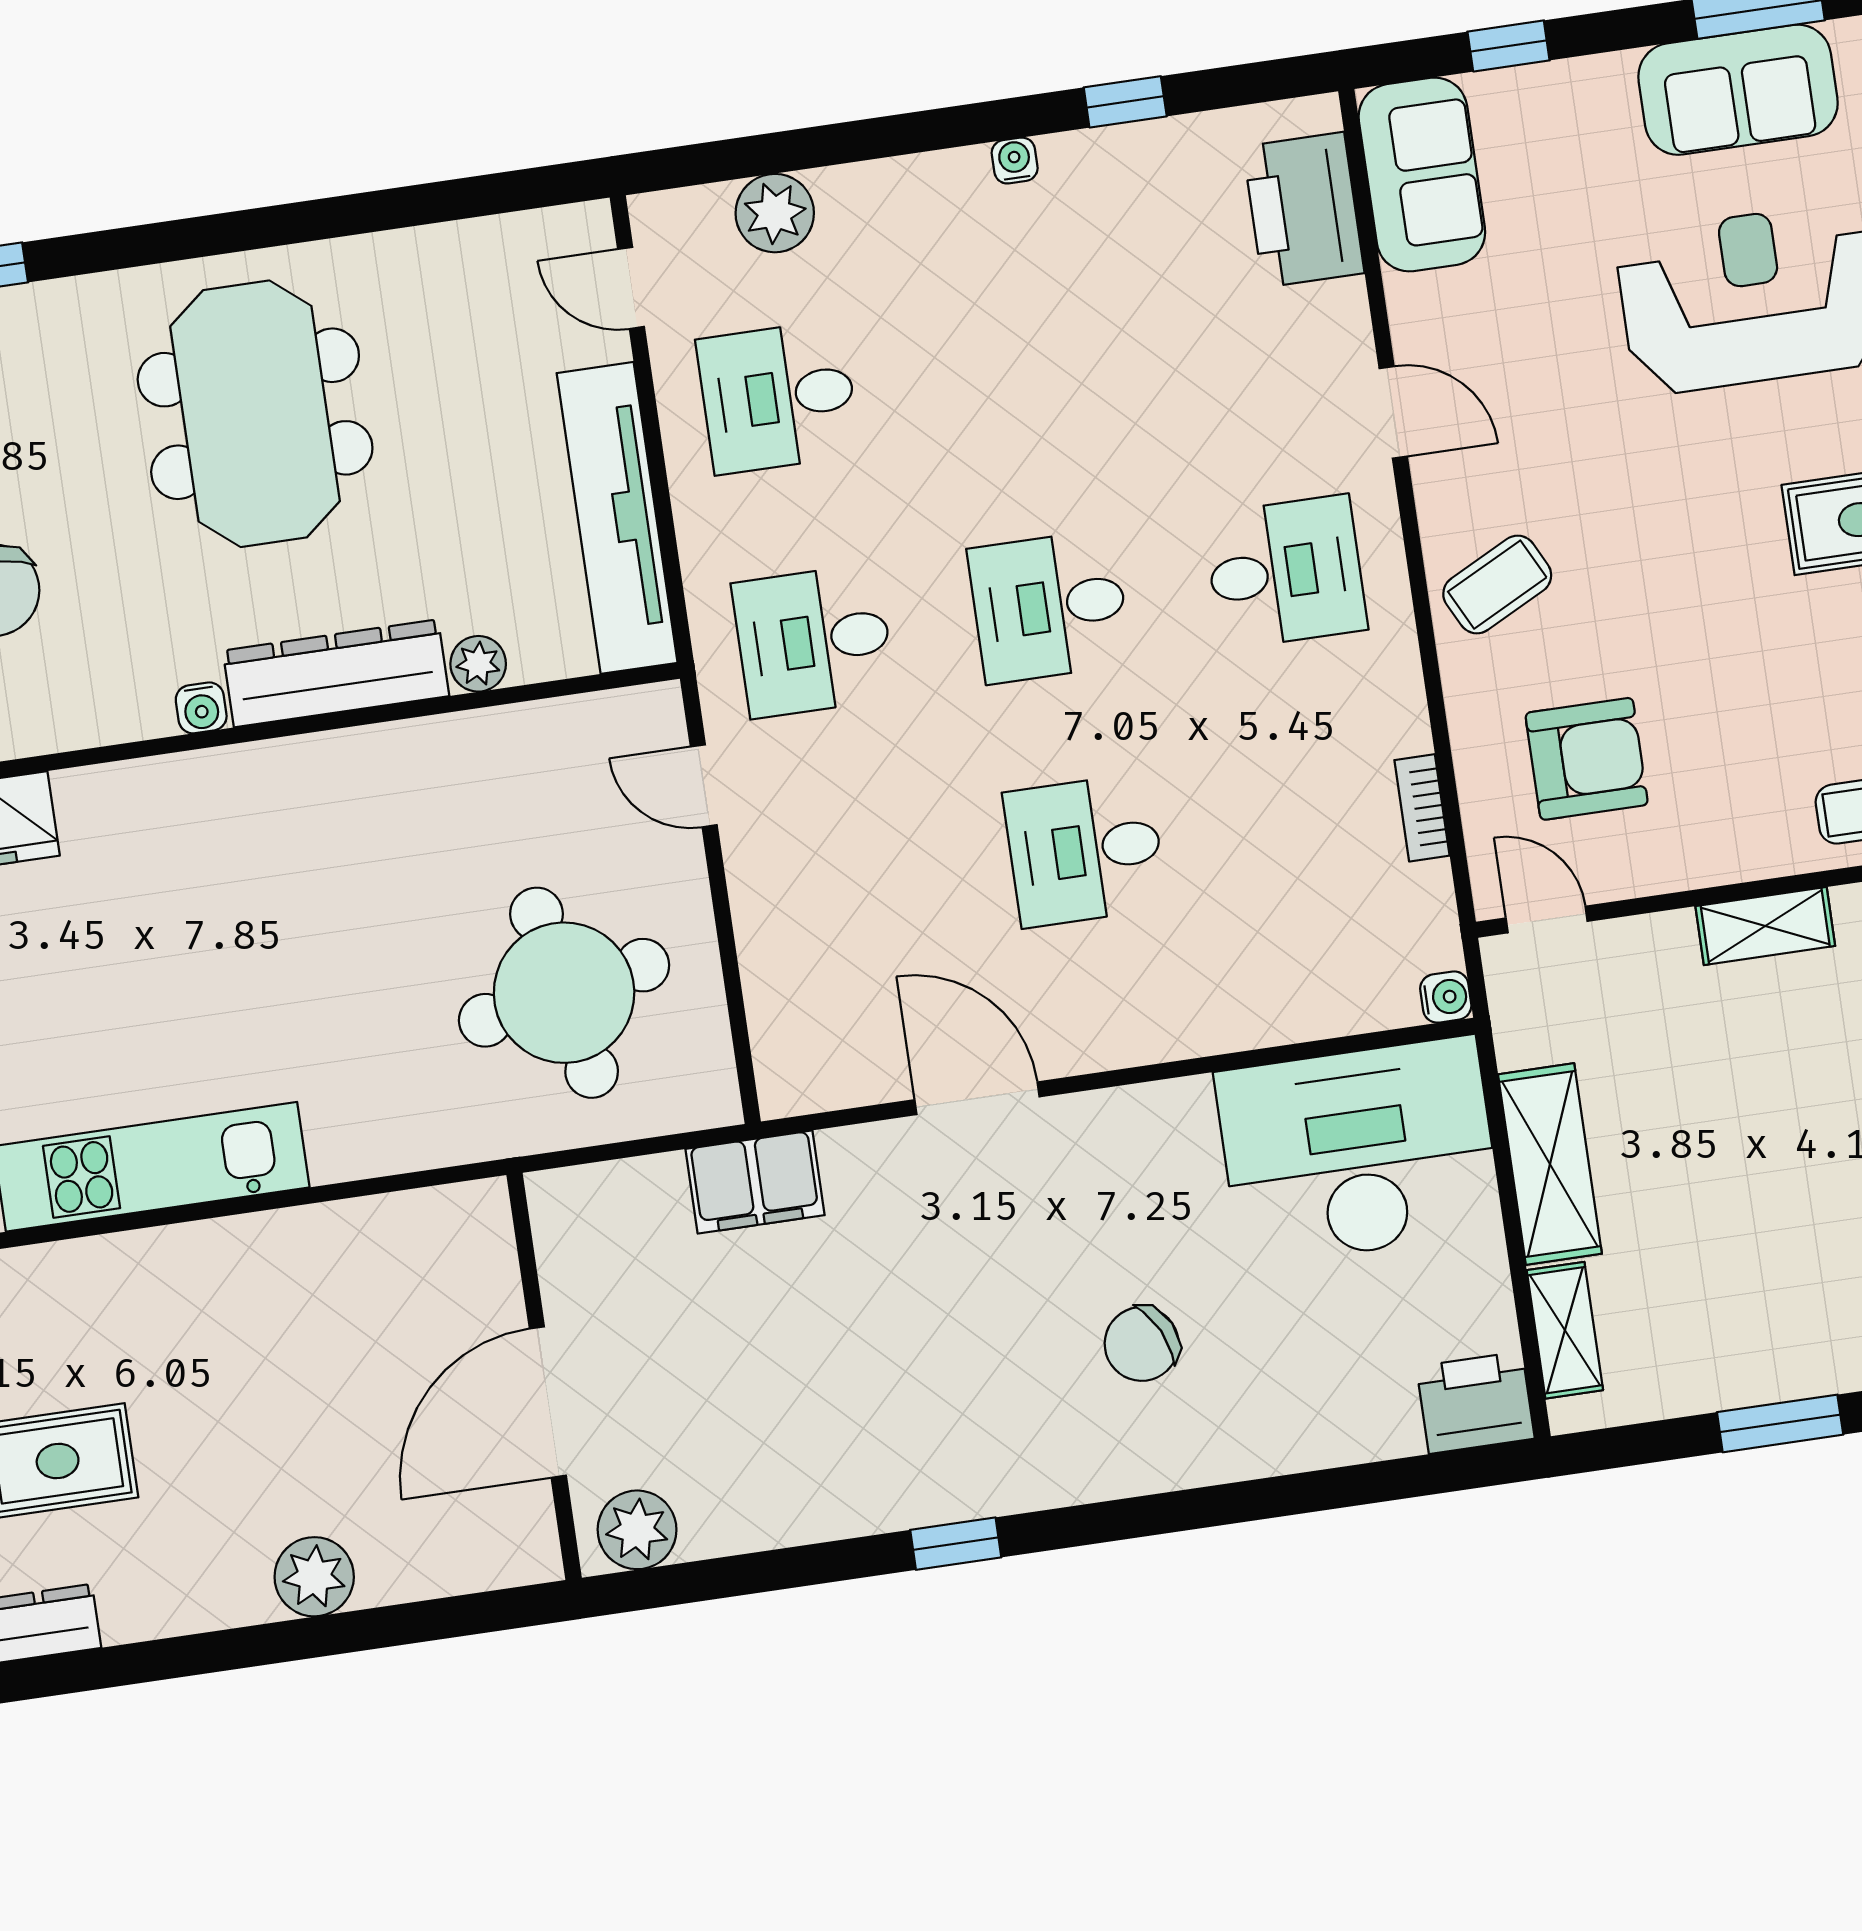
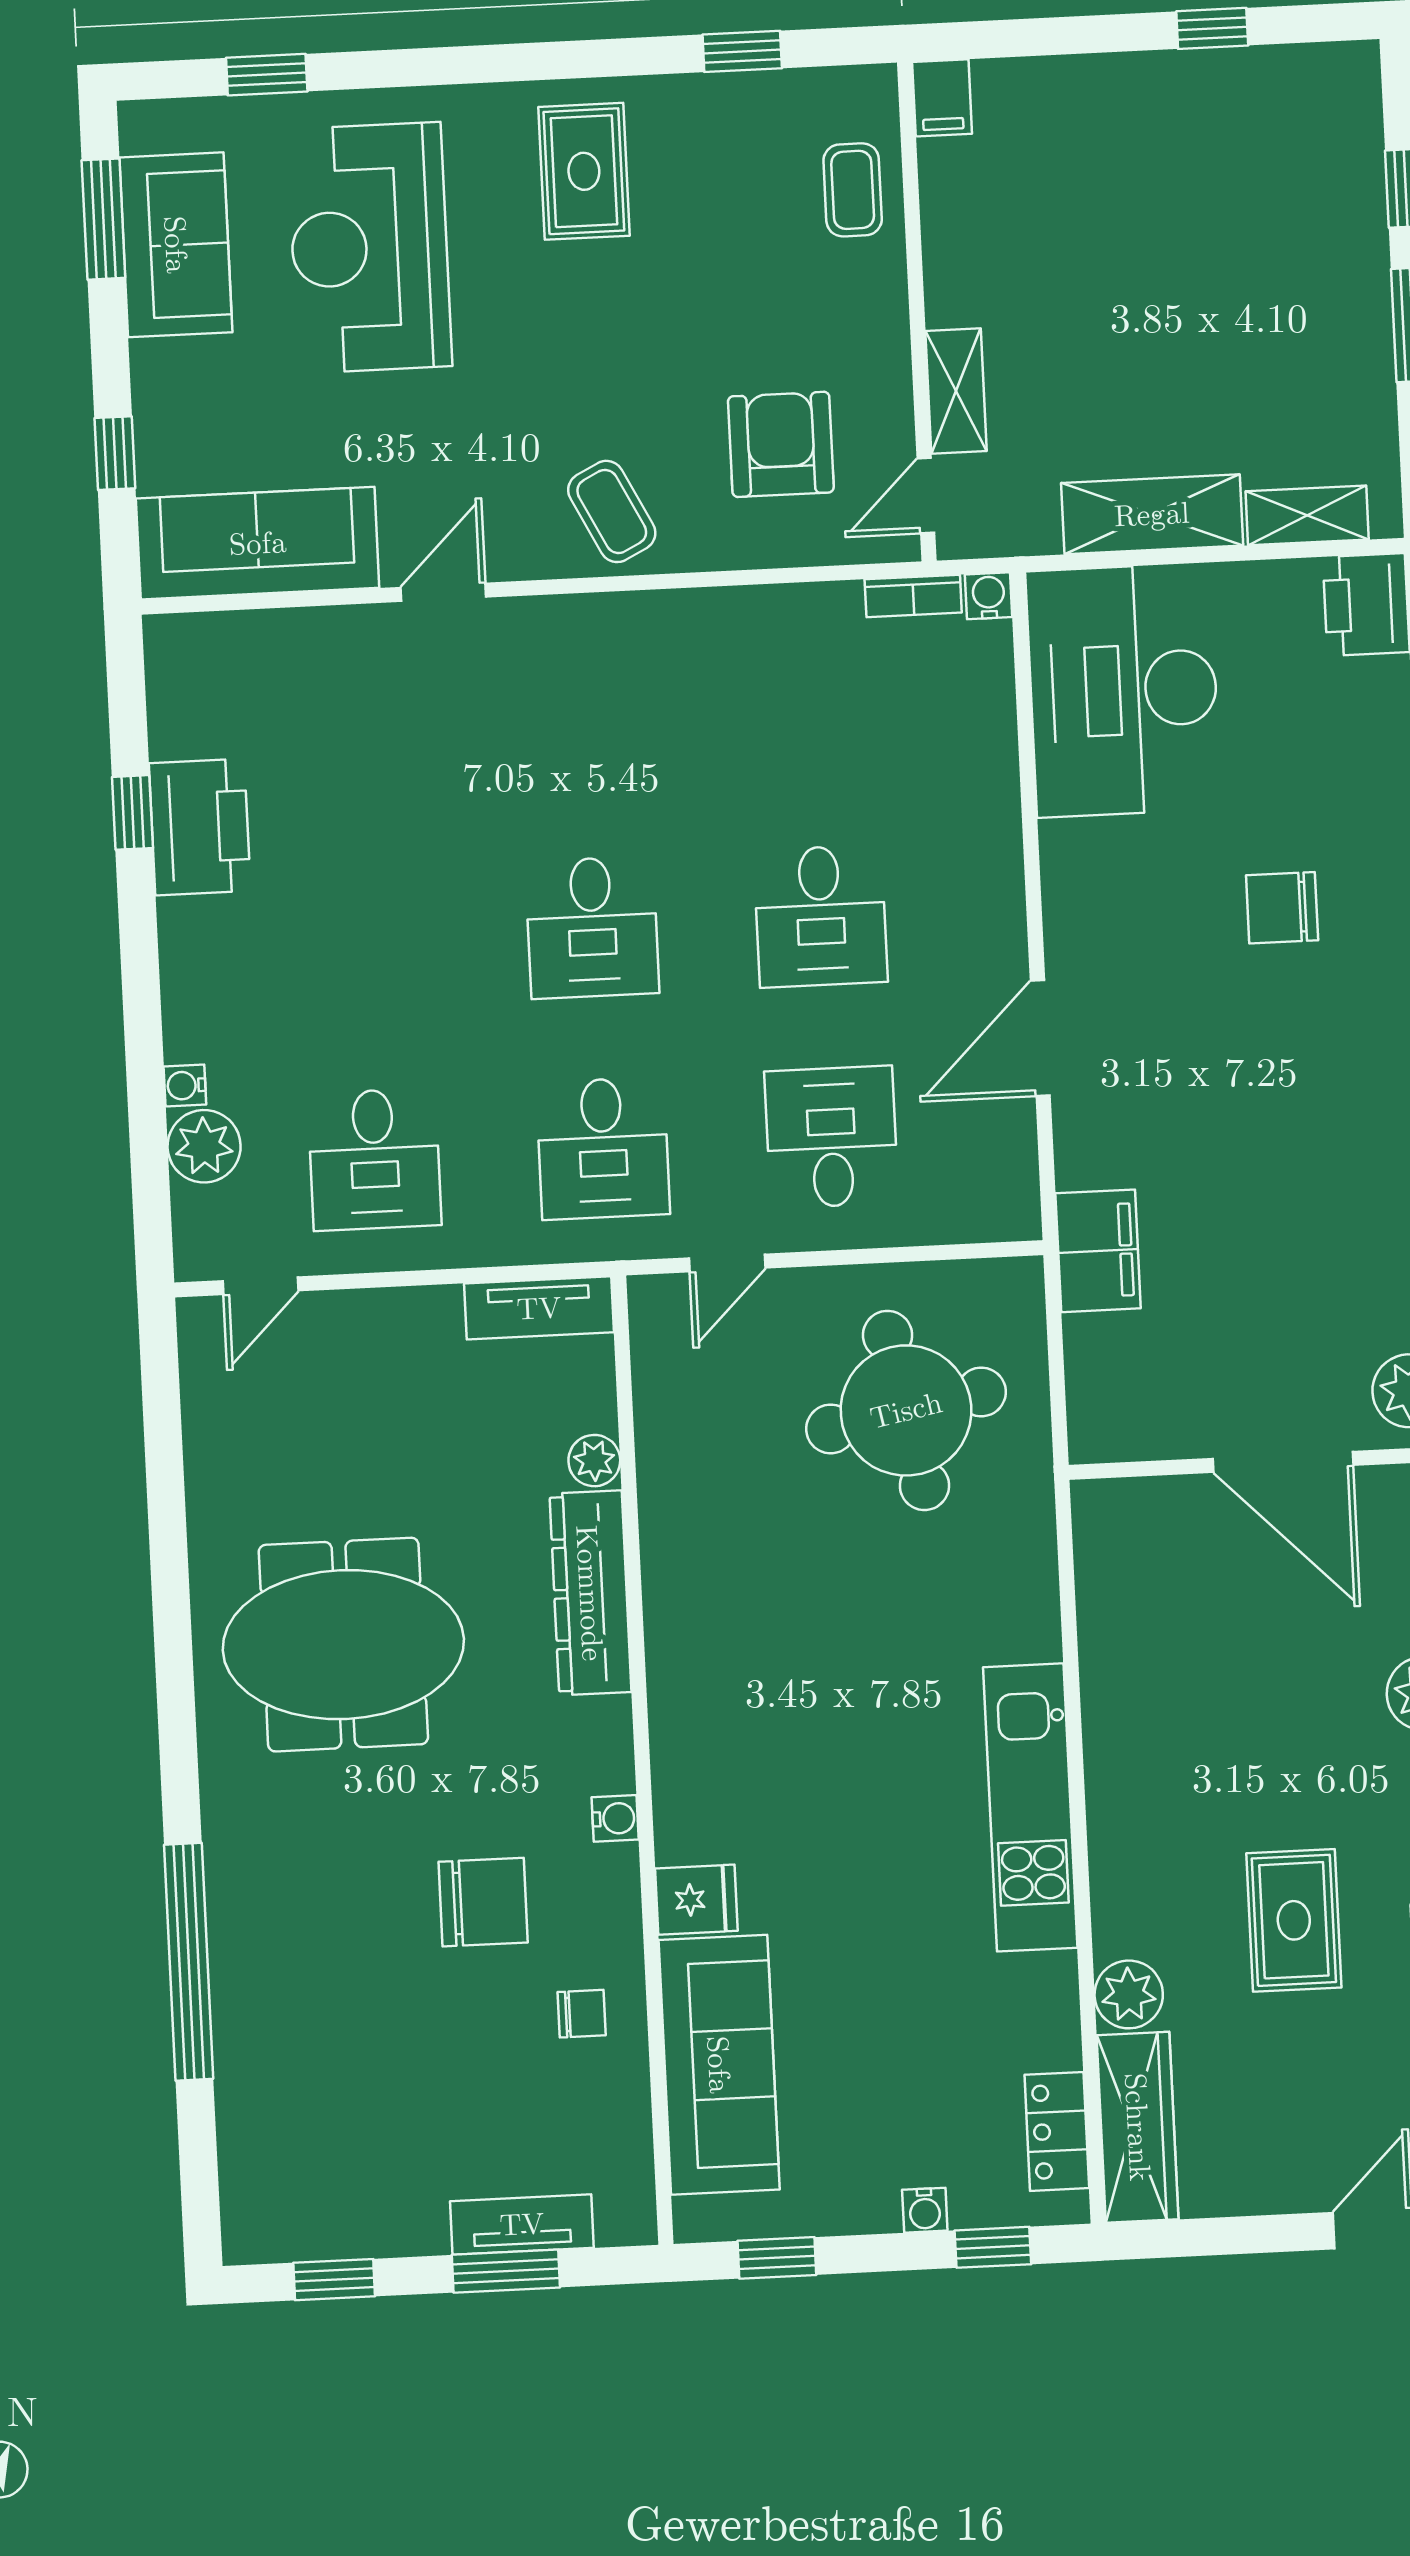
water cooler: (1015, 161) -> (185, 1086), moved
sofa: (1422, 175) -> (258, 543), width x1.36
printer: (1304, 210) -> (200, 827), moved, turned -90
tv unit: (617, 518) -> (539, 1308), width x0.52, depth x0.78
desk: (1285, 572) -> (831, 1137), moved
water cooler: (201, 708) -> (615, 1818), moved
bookcase: (1422, 808) -> (913, 596), moved
shelving: (1765, 926) -> (956, 391), moved
chair: (1142, 1344) -> (1282, 908), turned 116

